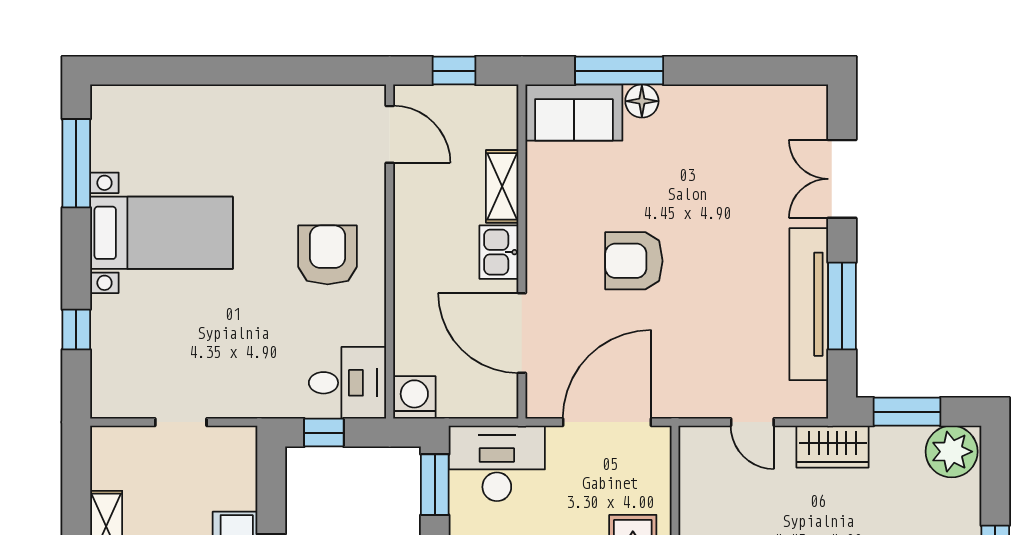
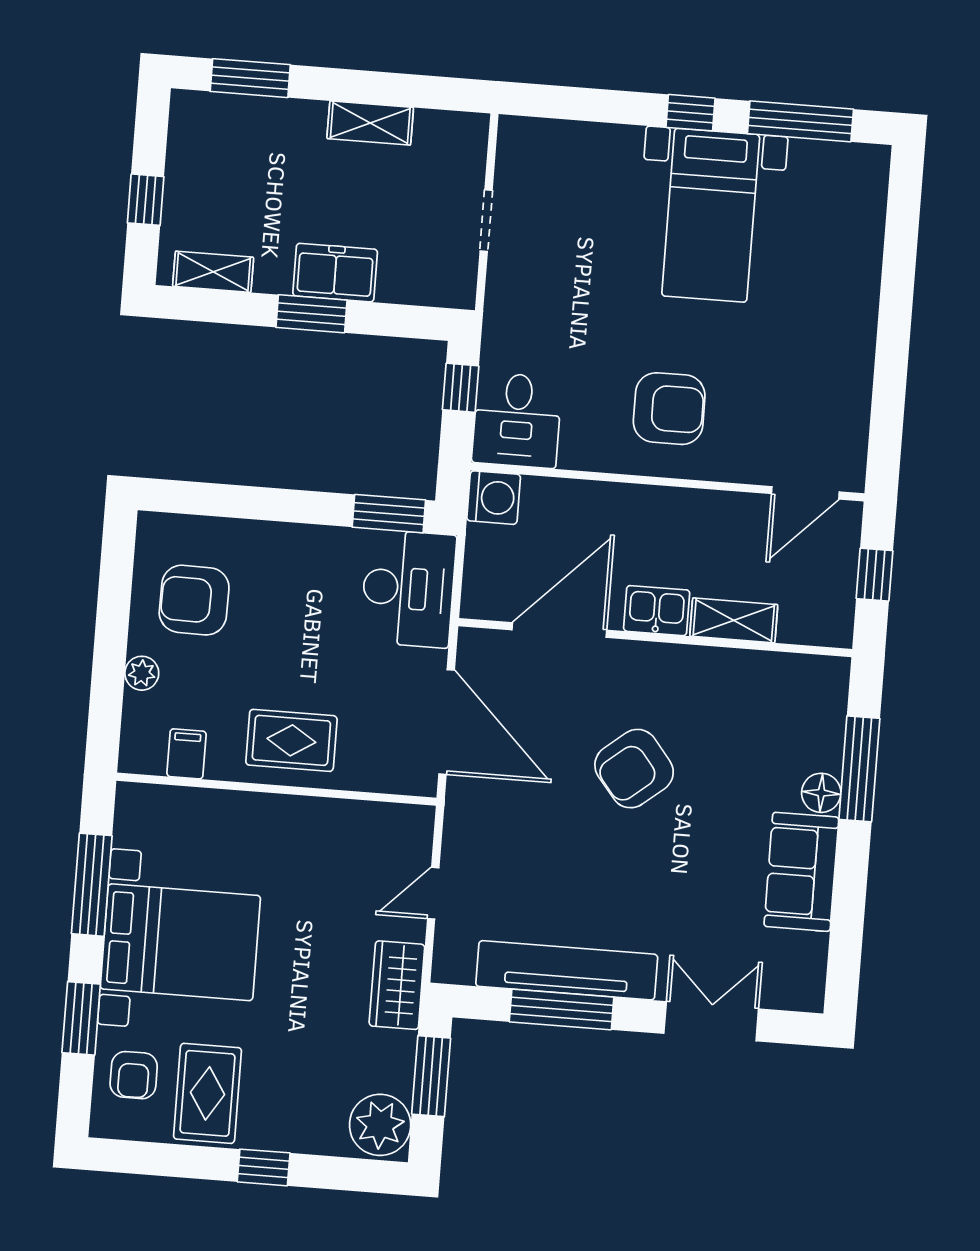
sofa: (574, 113) -> (801, 872), moved
armchair: (634, 261) -> (634, 769), turned -129
window: (76, 330) -> (690, 113), moved

